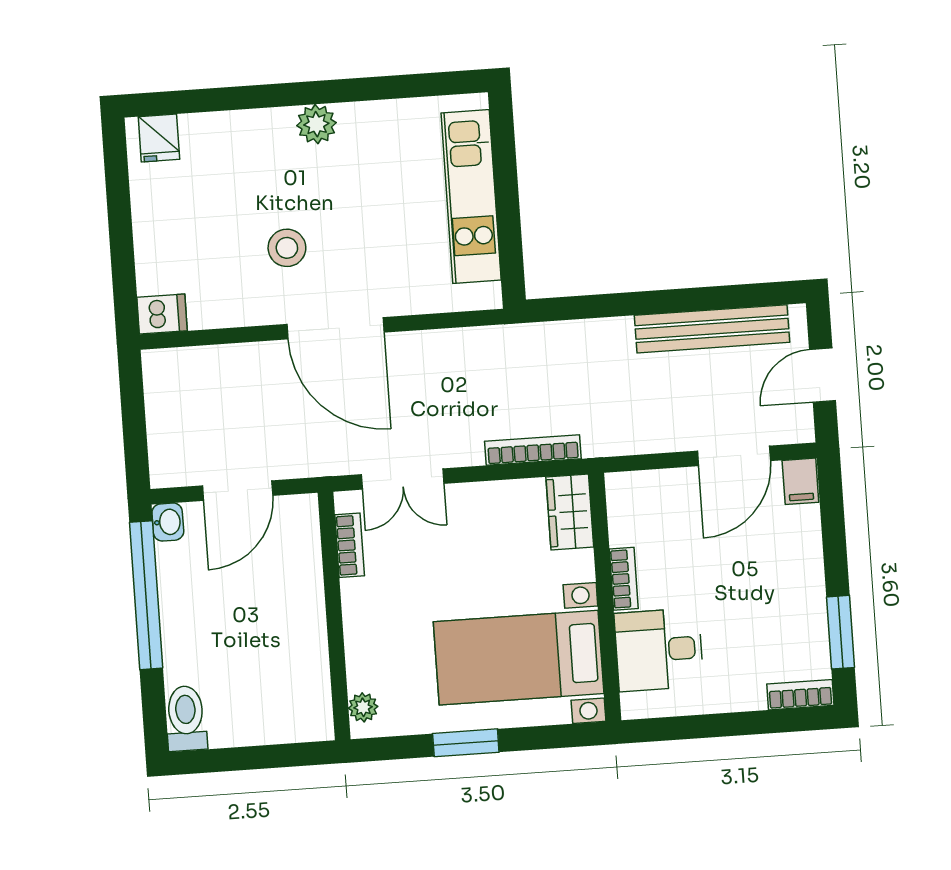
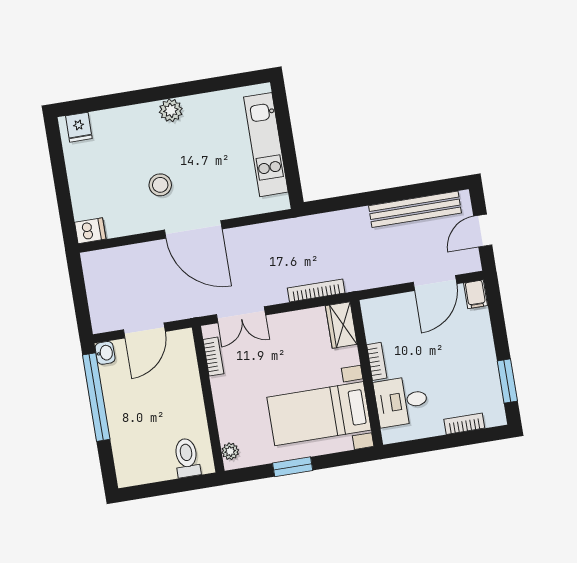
bookcase: (800, 695) -> (464, 424), moved
toilet: (186, 718) -> (187, 458), moved

